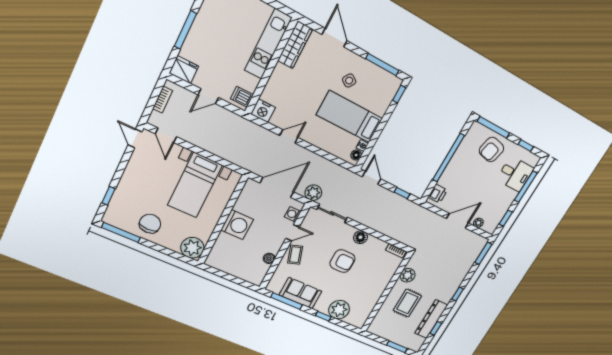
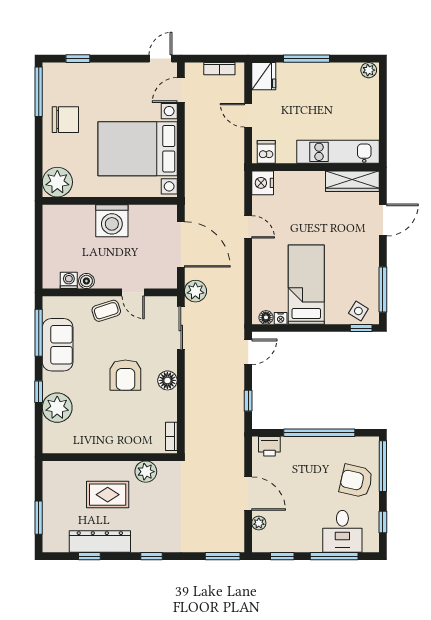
side table: (349, 81) -> (358, 311), moved
bed with nightstands: (195, 185) -> (138, 149), width x1.36
washing machine: (293, 214) -> (69, 280), moved

